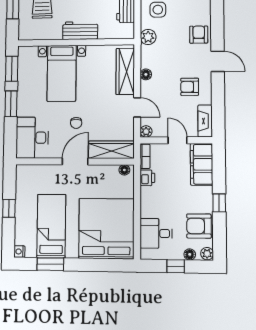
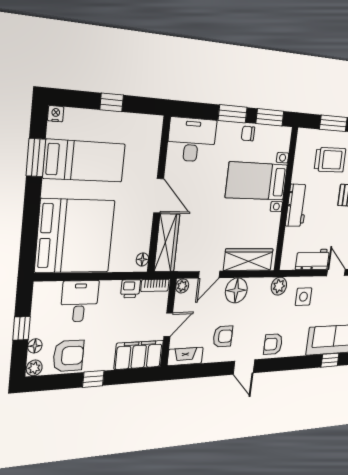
armchair: (199, 35) -> (273, 344), turned 180
door: (218, 61) -> (244, 367), hinge flipped
floor lamp: (146, 74) -> (236, 290), width x1.89, depth x1.89
armchair: (190, 87) -> (223, 336), turned 90
chair: (76, 123) -> (248, 134), moved
armchair: (199, 226) -> (68, 356), turned 90
desk: (156, 233) -> (80, 301), moved

